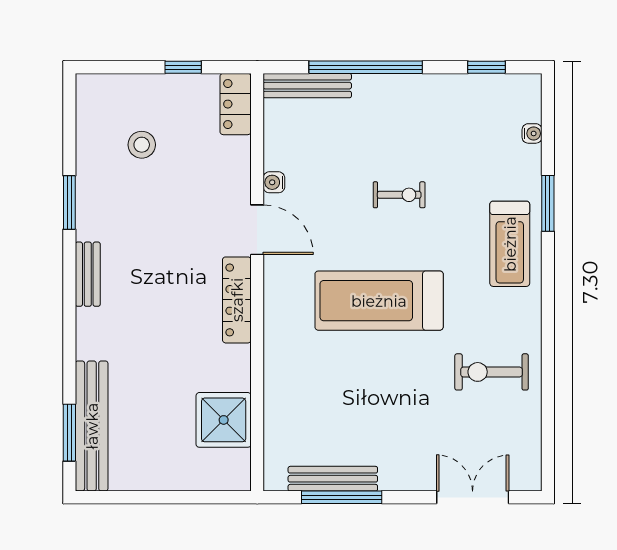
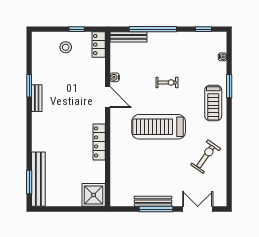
stool: (142, 145) -> (66, 47), moved
bench: (88, 274) -> (37, 98), moved
locker: (237, 300) -> (99, 142), moved
exercise bike: (491, 372) -> (206, 157), turned 125
shower: (224, 420) -> (94, 195), moved
bench: (333, 479) -> (153, 201), moved
window: (342, 497) -> (156, 209), moved

